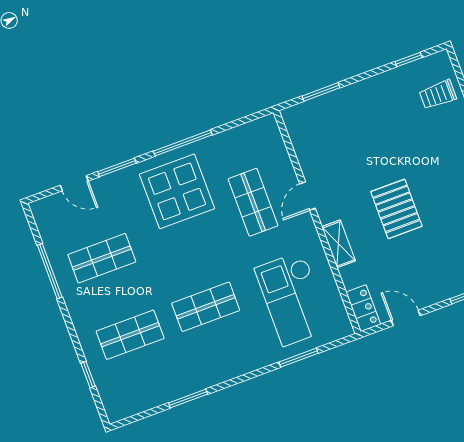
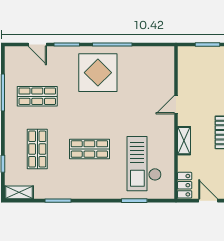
shop shelf: (253, 202) -> (142, 96), removed
shop shelf: (130, 335) -> (37, 149), turned 90
shelving: (127, 408) -> (19, 192), added

